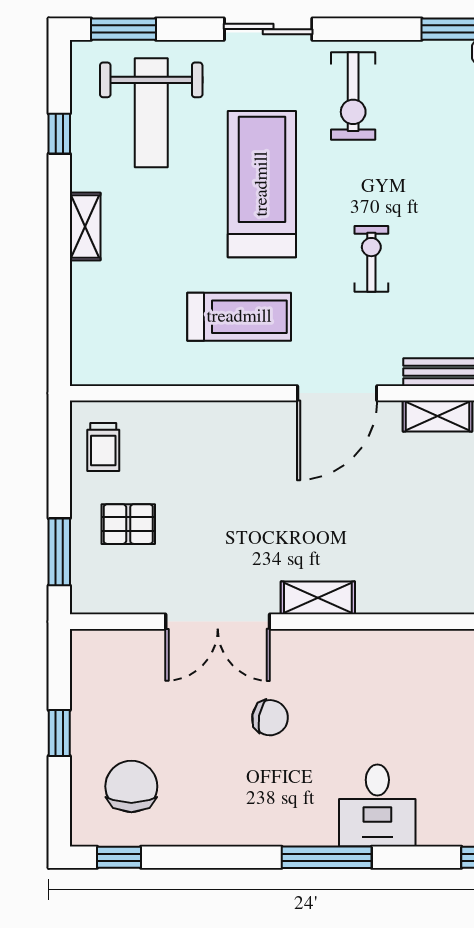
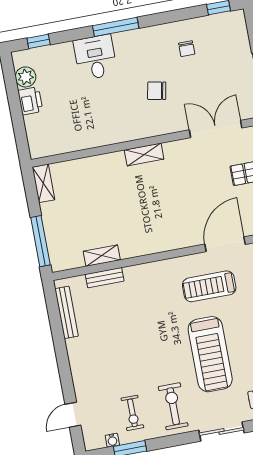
exercise bike: (371, 259) -> (132, 413), moved
door: (337, 393) -> (225, 244), moved
double door: (218, 622) -> (216, 129), moved
chair: (131, 786) -> (187, 49), moved, width x0.54, depth x0.54

